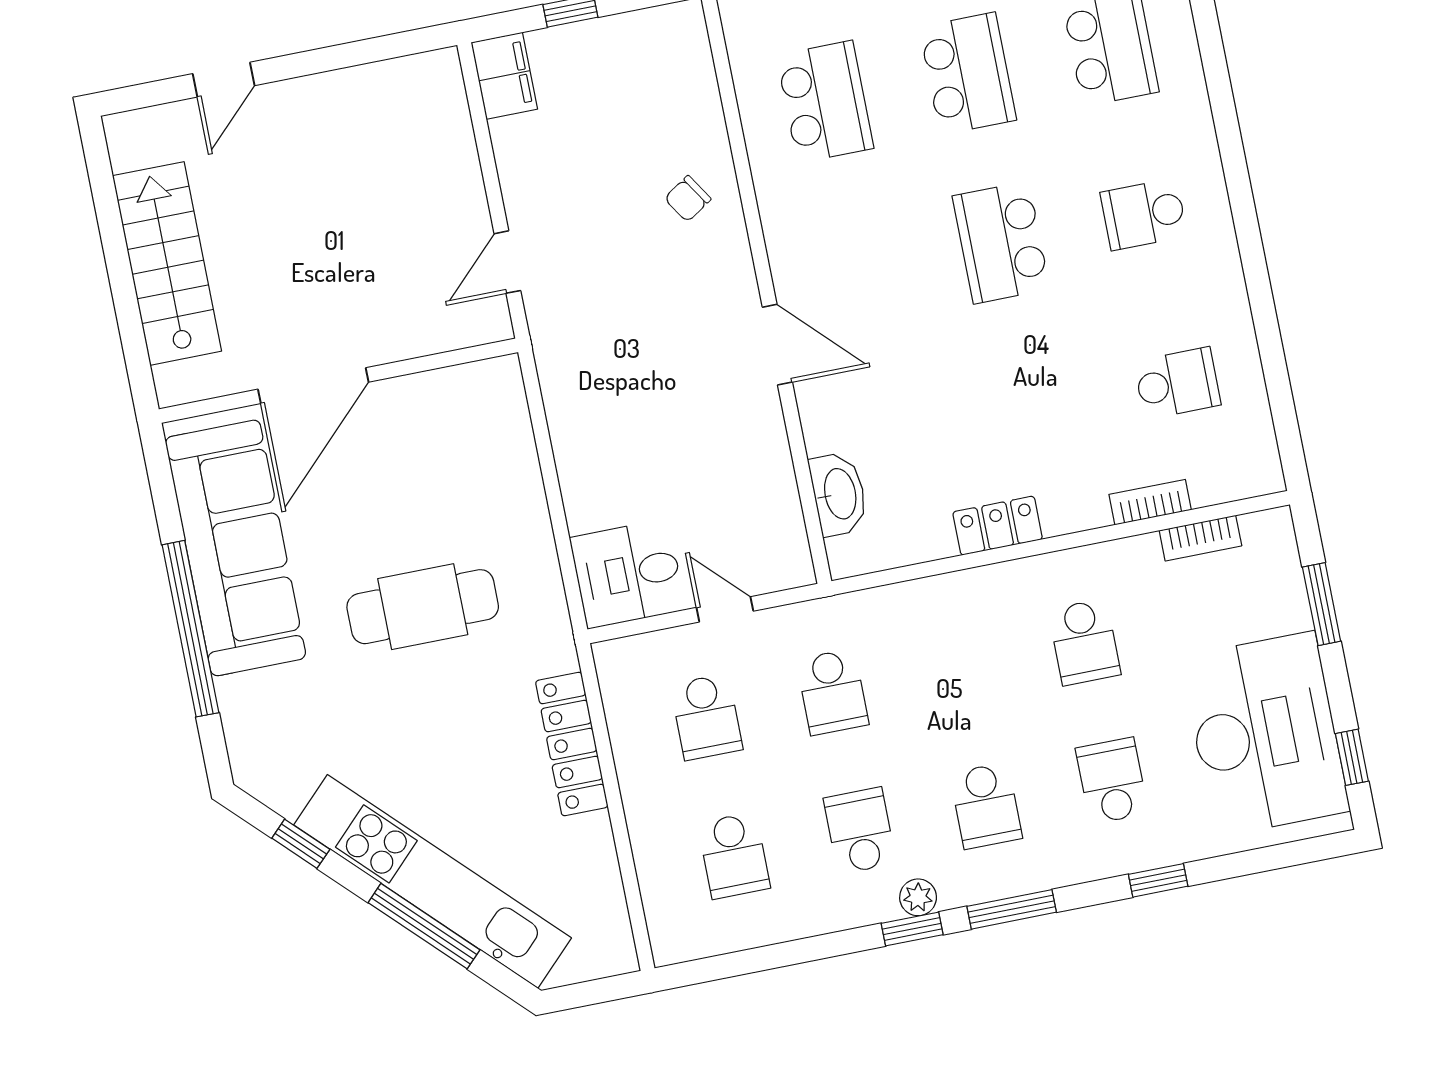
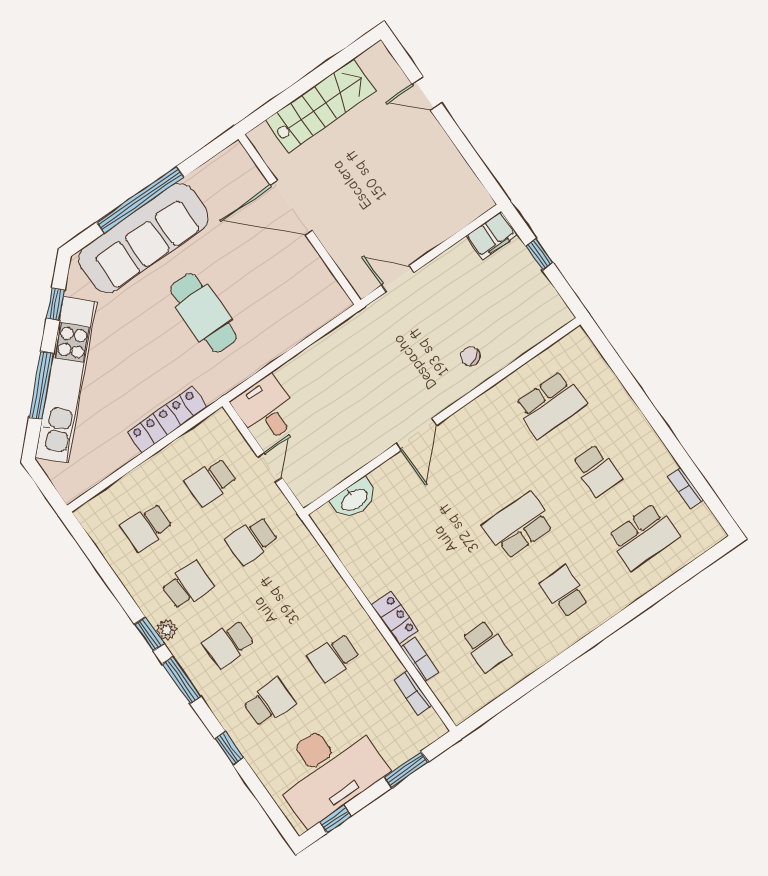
school desk: (968, 74) -> (597, 470), width x0.54
locker: (998, 526) -> (395, 618), moved
sofa: (236, 548) -> (143, 238), moved

